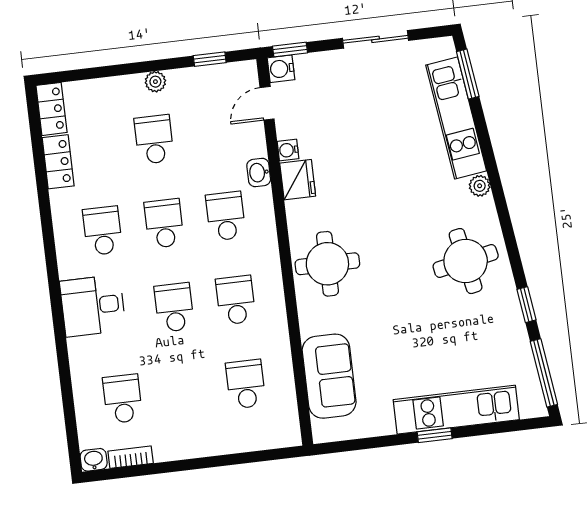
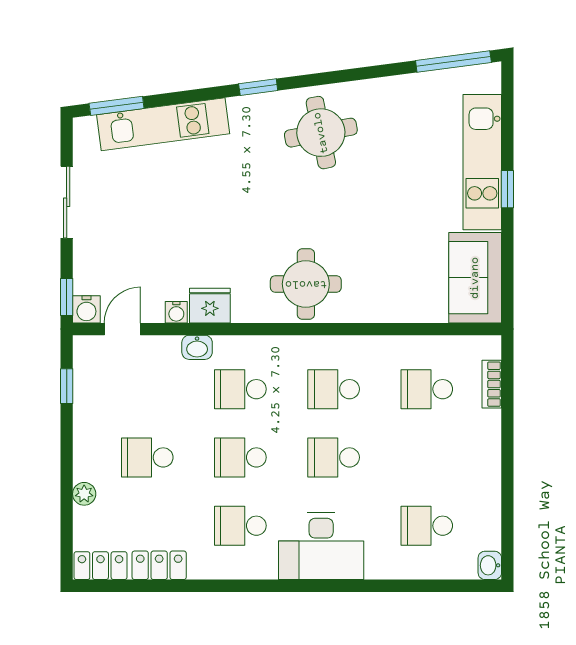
plant: (155, 82) -> (84, 494), moved
door: (267, 103) -> (122, 329), swing flipped
plant: (480, 186) -> (240, 107), removed
window: (526, 305) -> (258, 87), moved
desk: (93, 306) -> (321, 546), width x1.37
sofa: (329, 376) -> (475, 278), moved, turned -90
bookcase: (131, 457) -> (492, 384), moved

